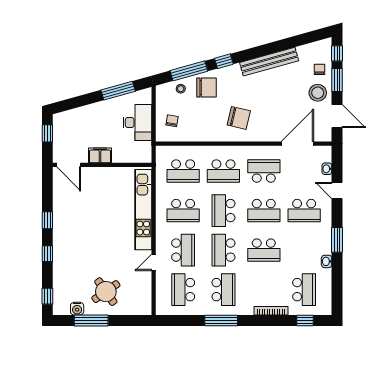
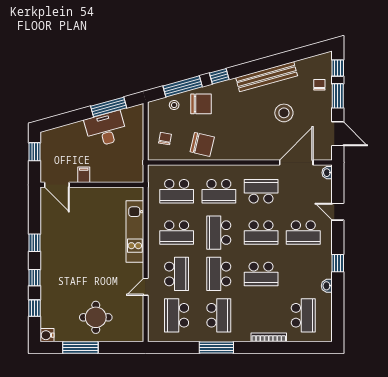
stool: (318, 93) -> (284, 113), moved
chair: (239, 118) -> (202, 144), moved
desk: (137, 123) -> (106, 129), moved, turned -106
filing cabinet: (100, 155) -> (84, 175), width x0.50
washbasin: (327, 169) -> (327, 173), moved
kitchen unit: (143, 210) -> (135, 231), width x0.73
window: (337, 240) -> (338, 263), width x0.67
round table: (106, 292) -> (96, 317), turned 35
window: (47, 296) -> (35, 308), moved
water cooler: (77, 309) -> (47, 335), moved, turned 90
window: (305, 320) -> (304, 348), removed

